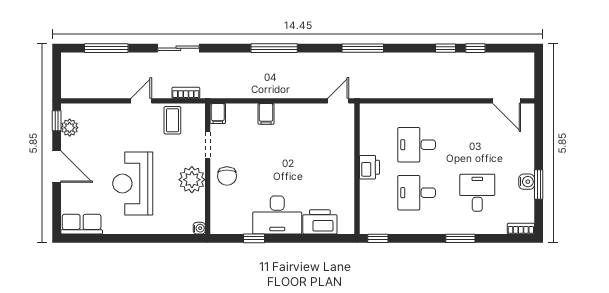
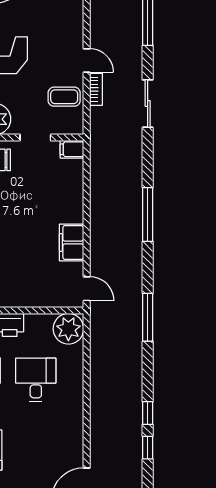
bookcase: (186, 93) -> (96, 89), moved
filing cabinet: (266, 114) -> (72, 243), moved, width x2.00
plant: (373, 117) -> (68, 329), added

